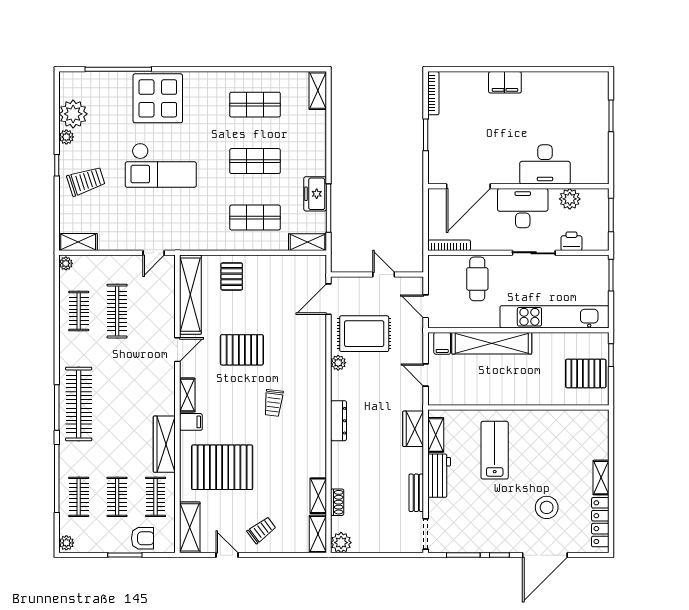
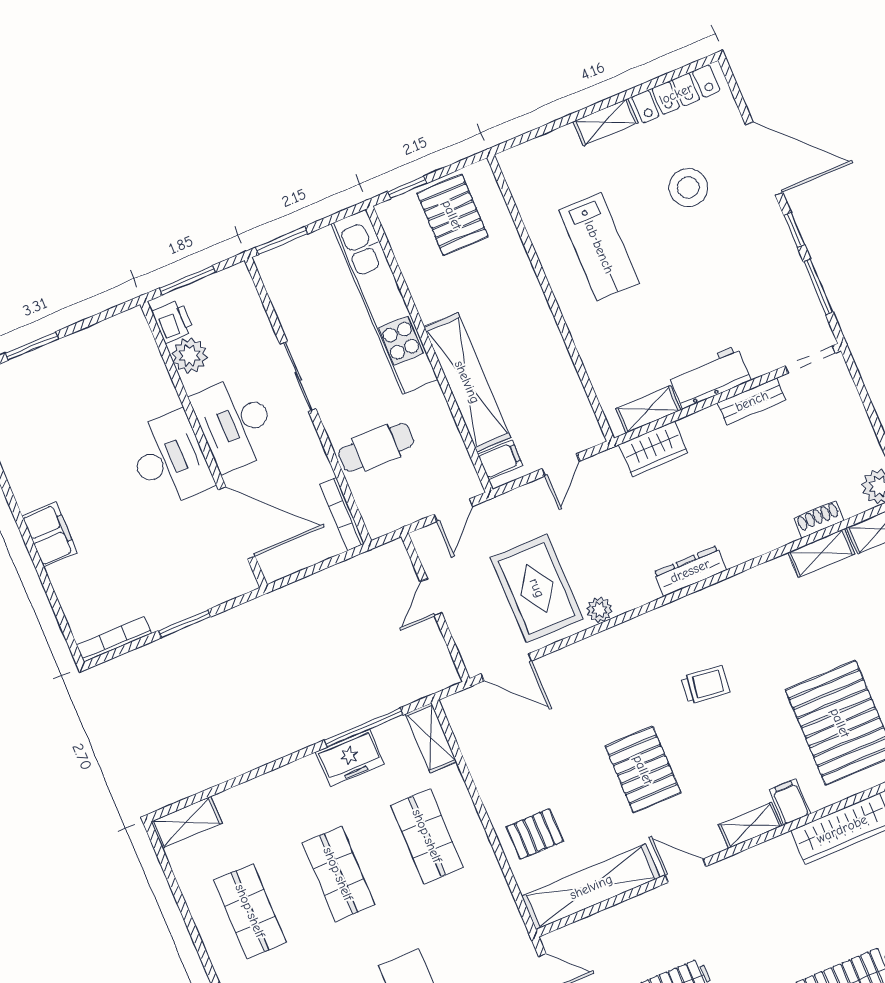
desk: (545, 164) -> (169, 459), moved
printer: (571, 241) -> (173, 321), moved, turned 180
lab bench: (495, 450) -> (599, 247), moved, turned -90

